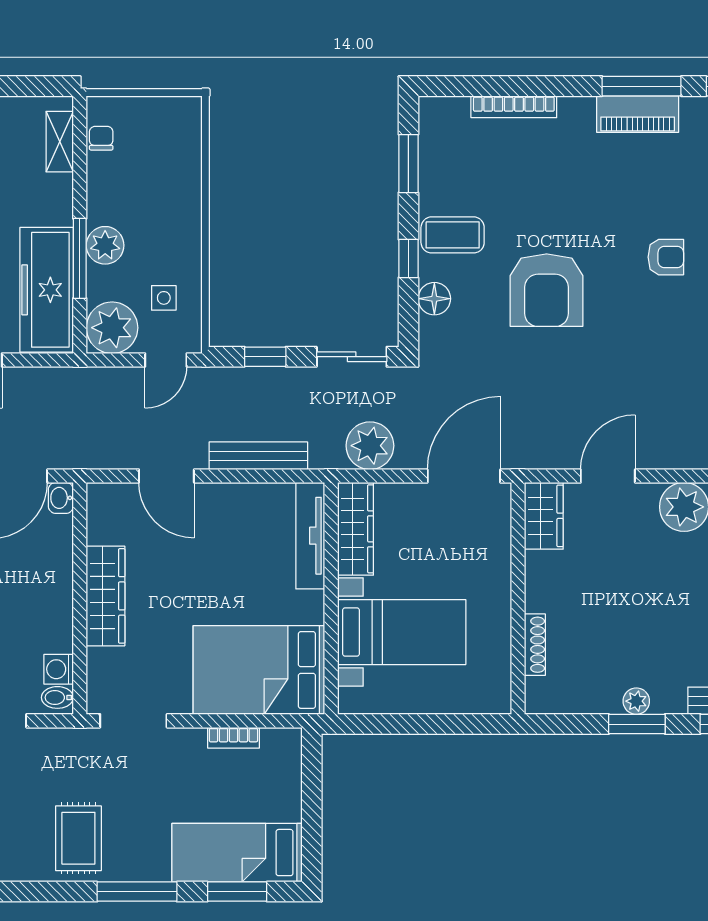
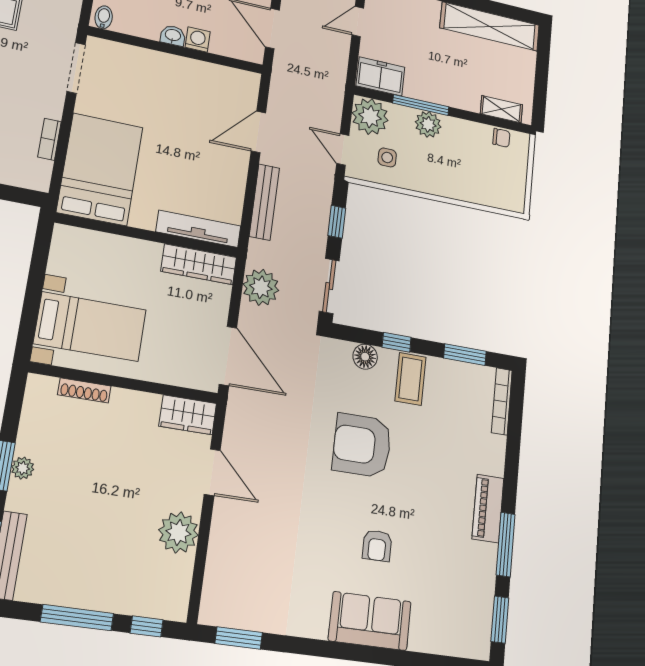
bookcase: (514, 107) -> (502, 401), moved
piano: (638, 114) -> (488, 509), moved
freezer: (47, 290) -> (380, 76), width x0.52, depth x0.79
washbasin: (61, 498) -> (173, 36), moved
wardrobe: (106, 596) -> (175, 69), removed
bed with nightstands: (402, 632) -> (90, 327), moved, turned -90
washing machine: (59, 669) -> (198, 40), moved

